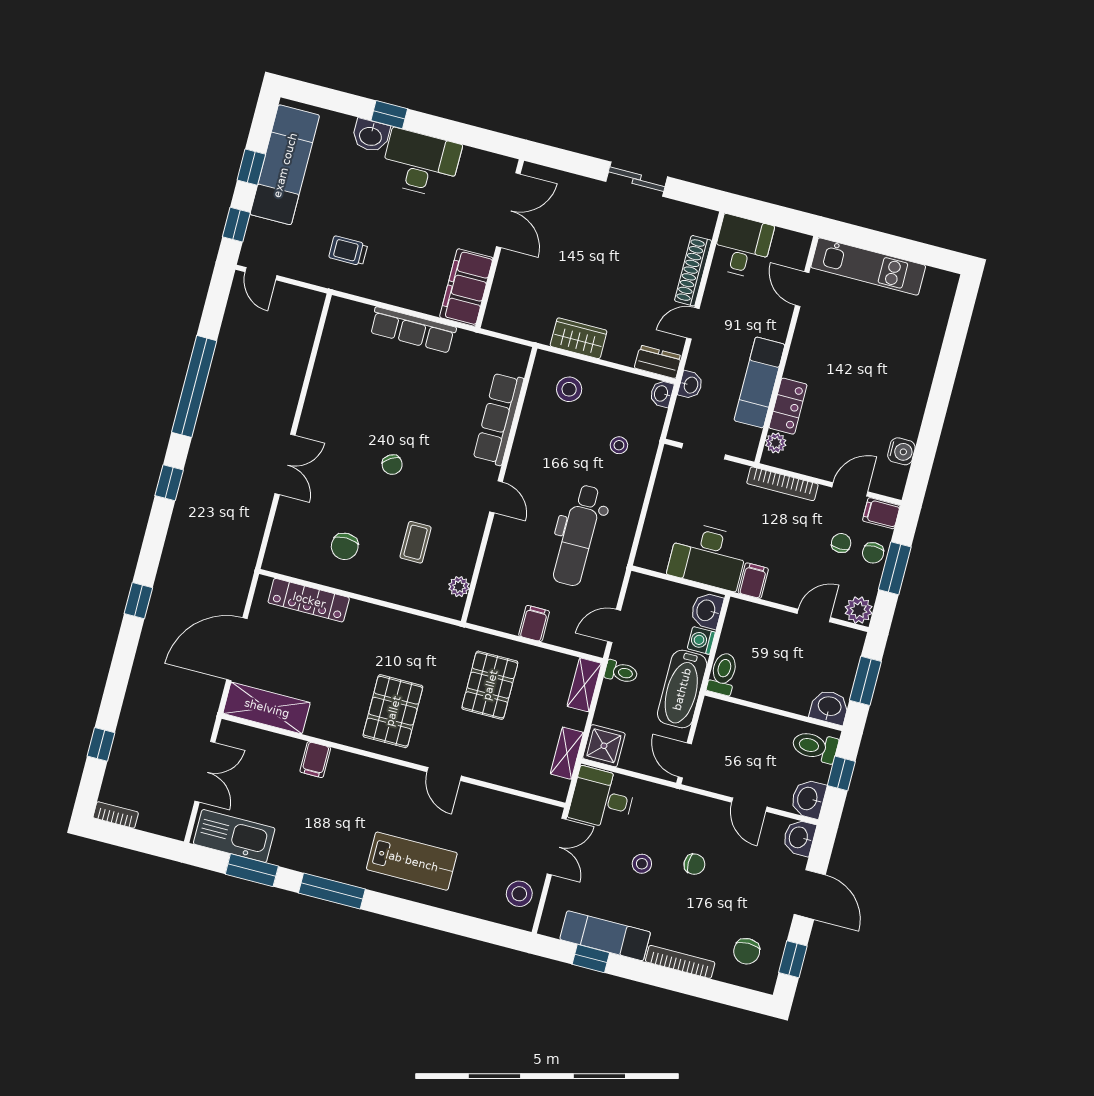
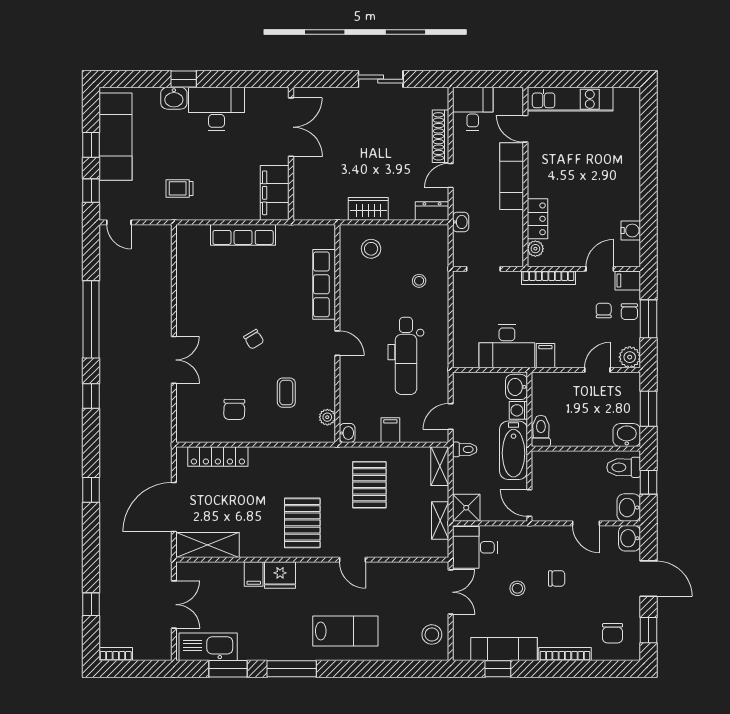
exam couch: (759, 382) -> (512, 176), moved
washbasin: (662, 394) -> (347, 433), moved, turned 180
fridge: (348, 769) -> (280, 575), added

